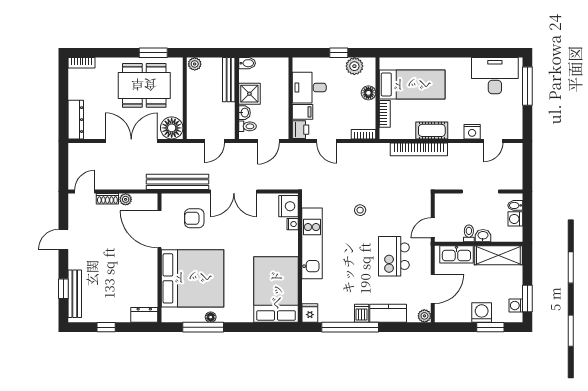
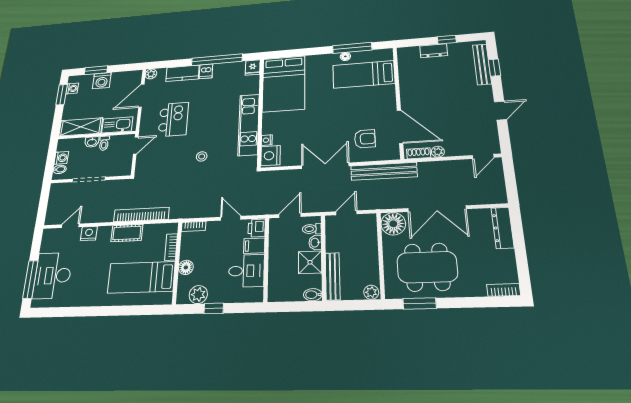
desk: (495, 76) -> (53, 276), moved, turned 90
shoe rack: (107, 199) -> (419, 153), moved
bed: (193, 278) -> (364, 74), width x0.49
dresser: (144, 315) -> (434, 51), moved

